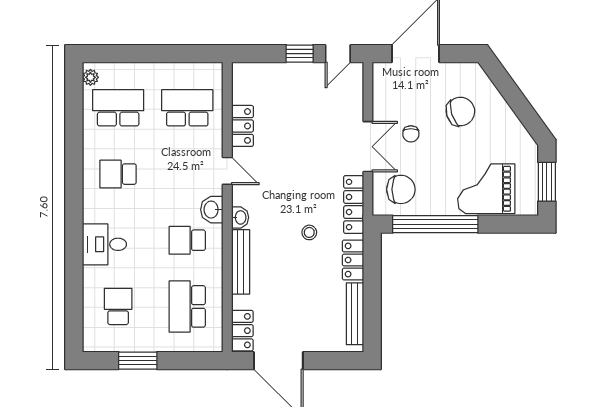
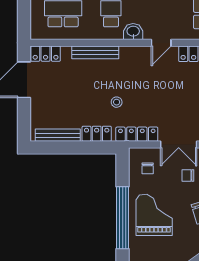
chair: (401, 189) -> (148, 168), width x0.54, depth x0.54
grand piano: (486, 189) -> (154, 215), moved
washbasin: (240, 217) -> (127, 52), removed
window: (435, 224) -> (123, 218), moved

